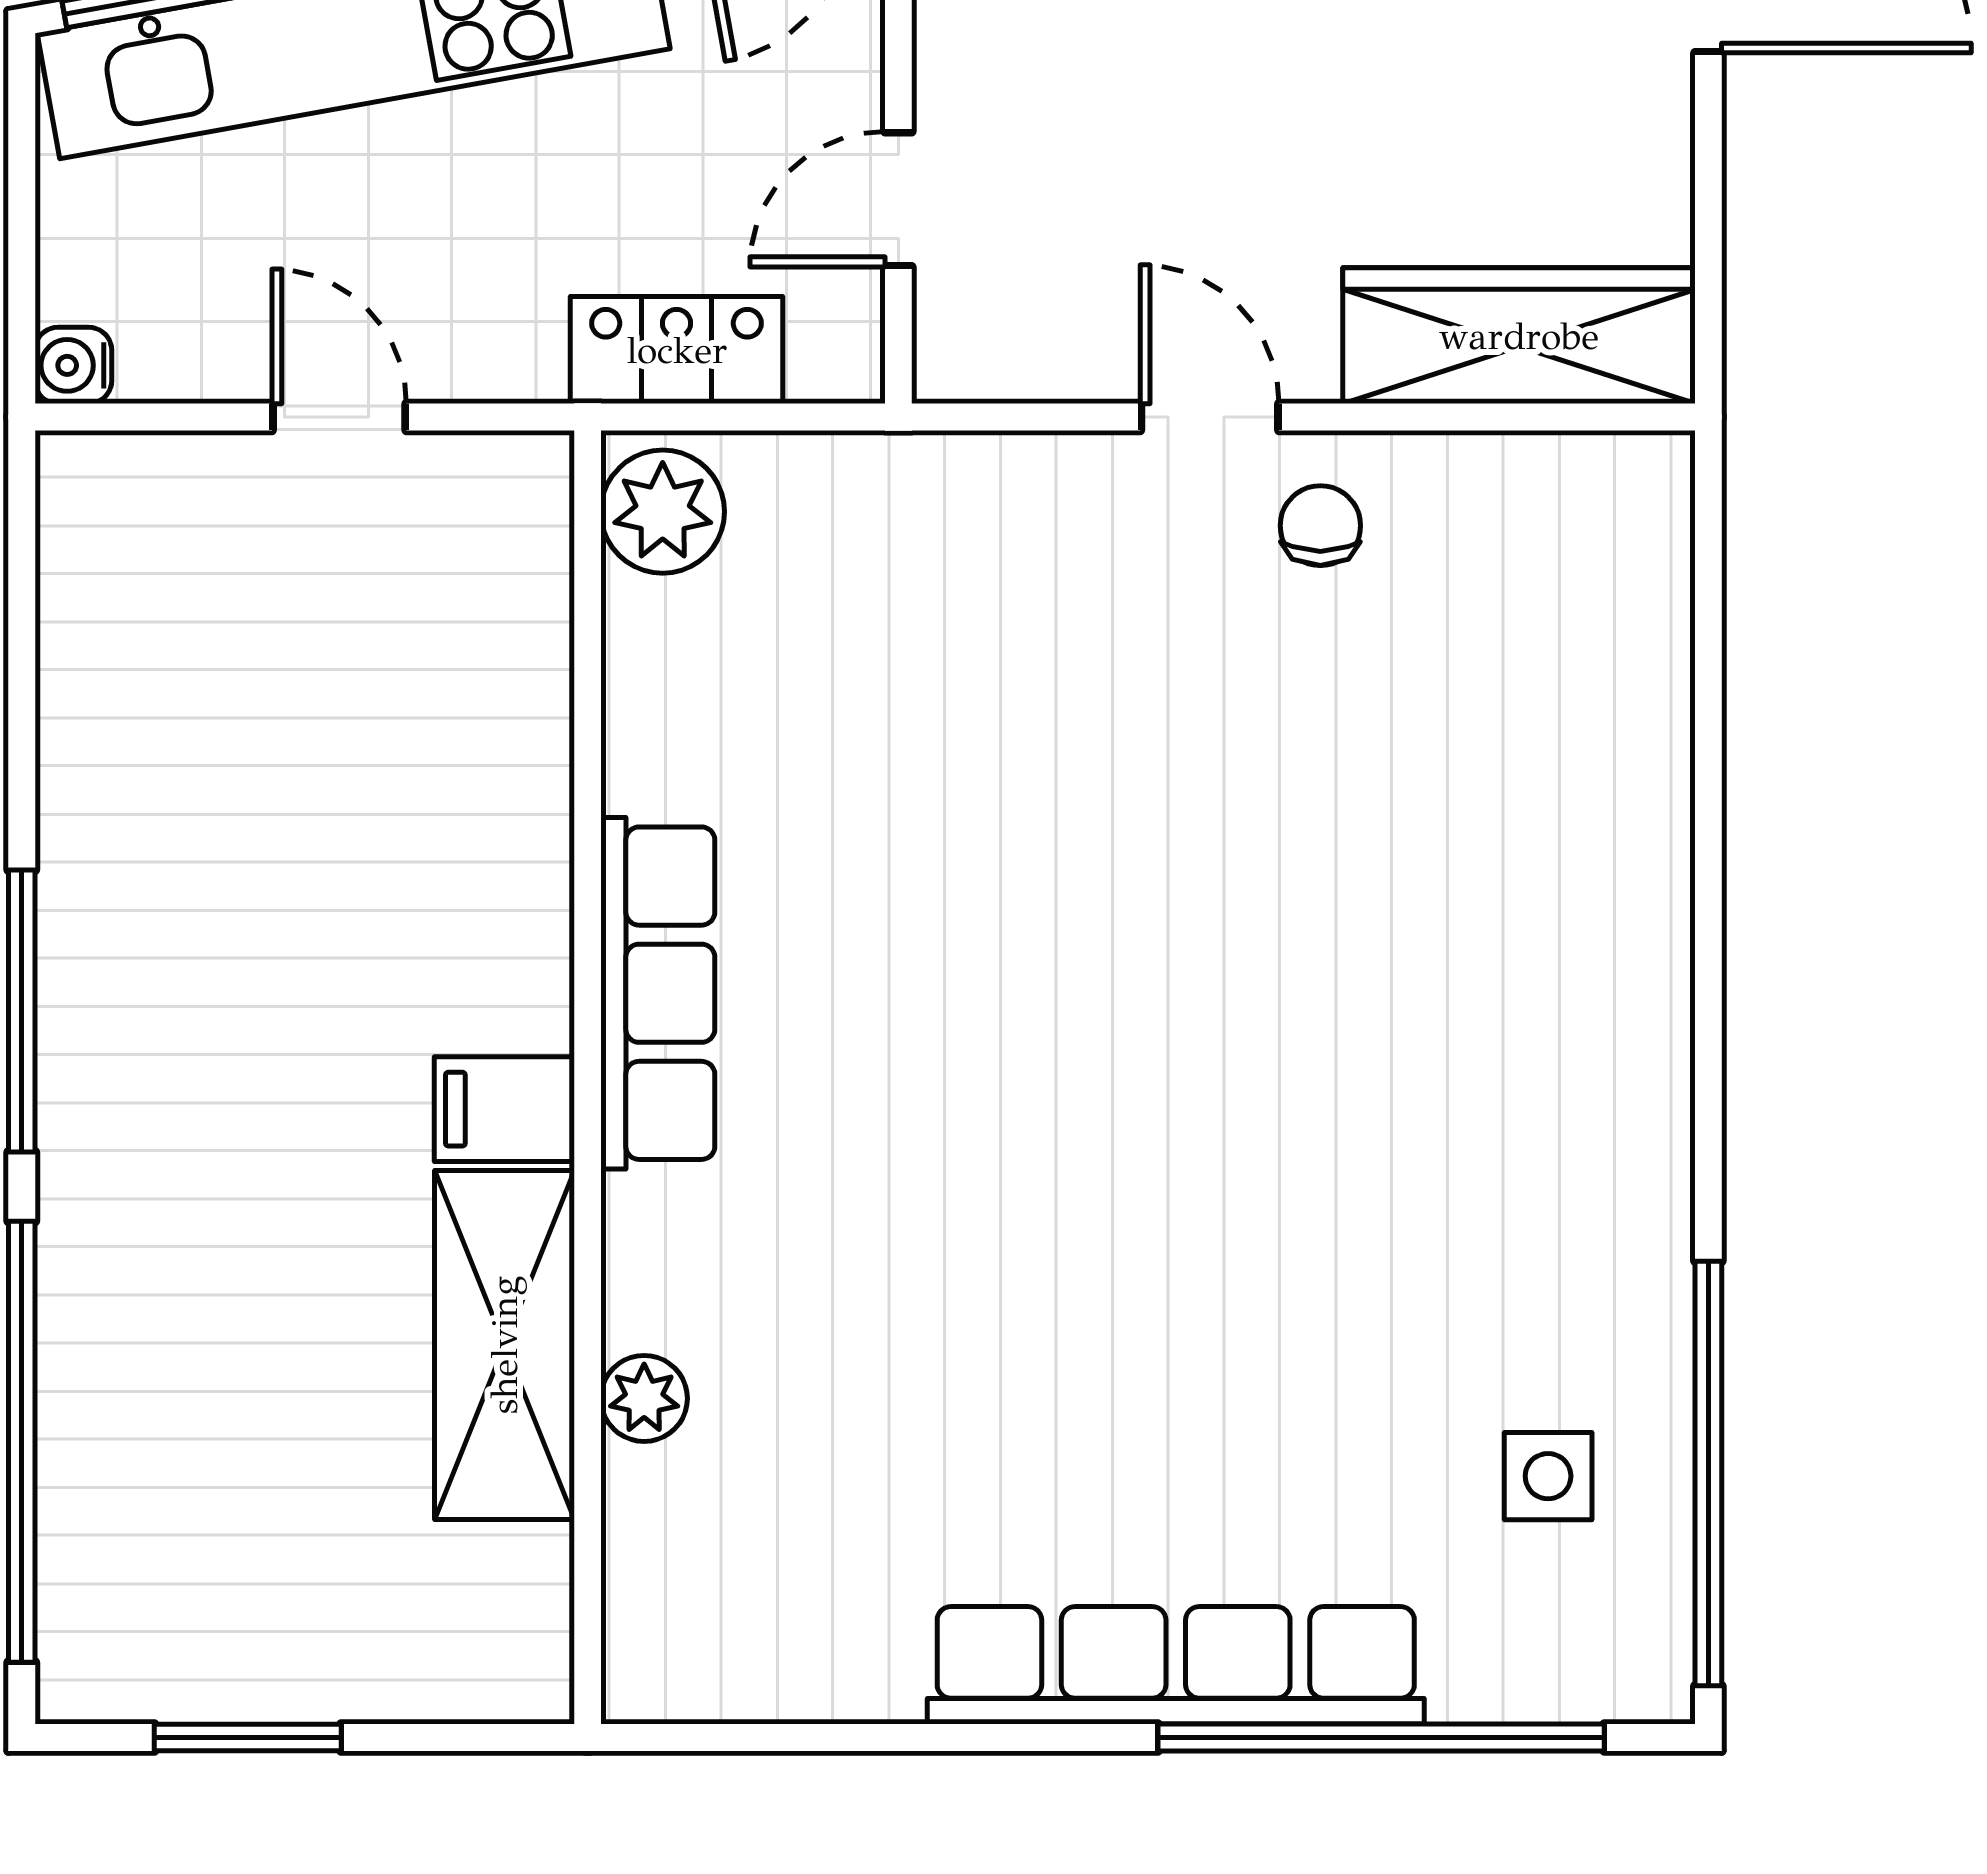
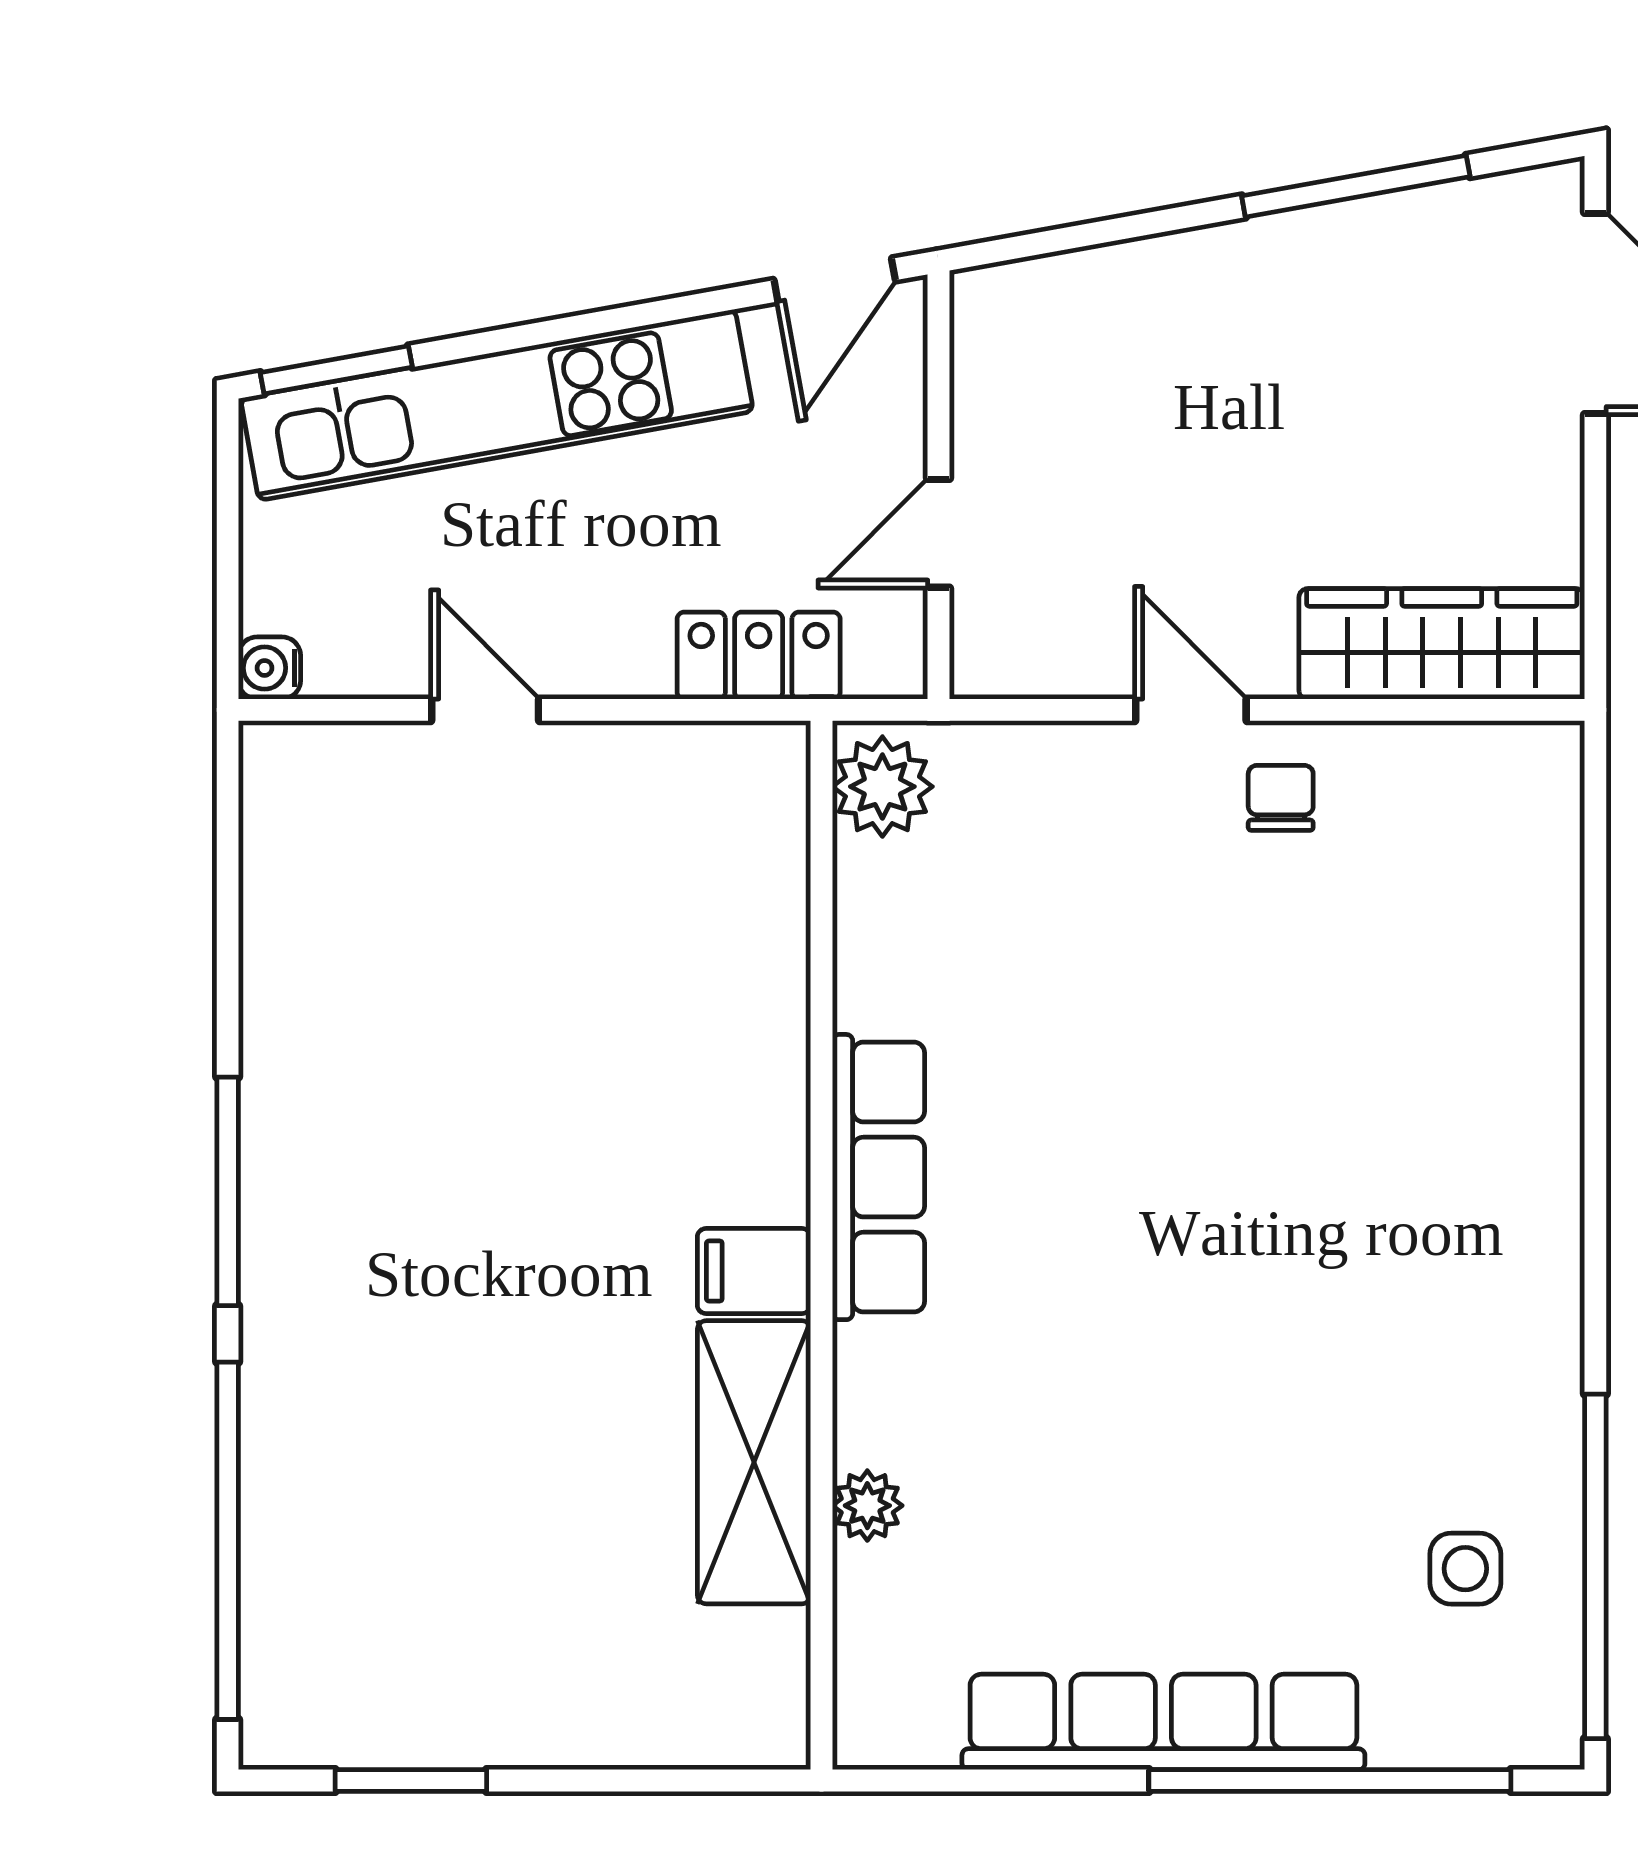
plant: (663, 512) -> (882, 787), moved
row of seats: (658, 993) -> (878, 1177), moved
wall: (588, 1077) -> (822, 1245), moved
filing cabinet: (504, 1109) -> (754, 1271), moved
shelving: (504, 1345) -> (754, 1462), moved
plant: (644, 1398) -> (867, 1506), moved

